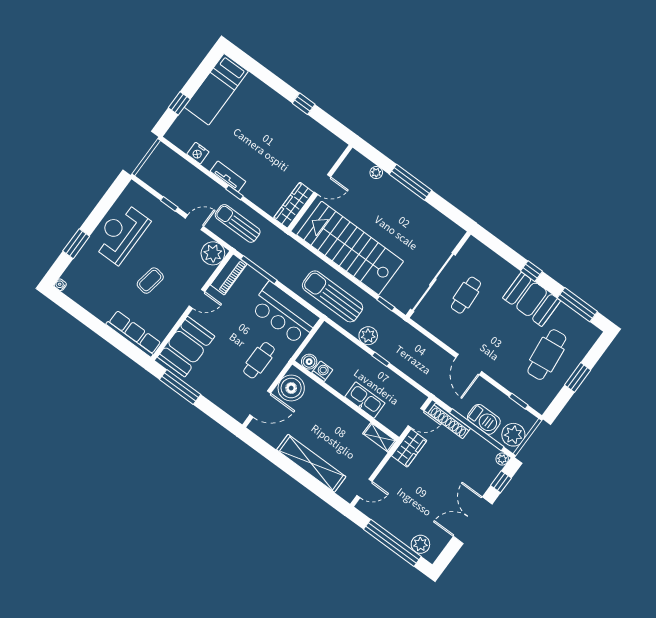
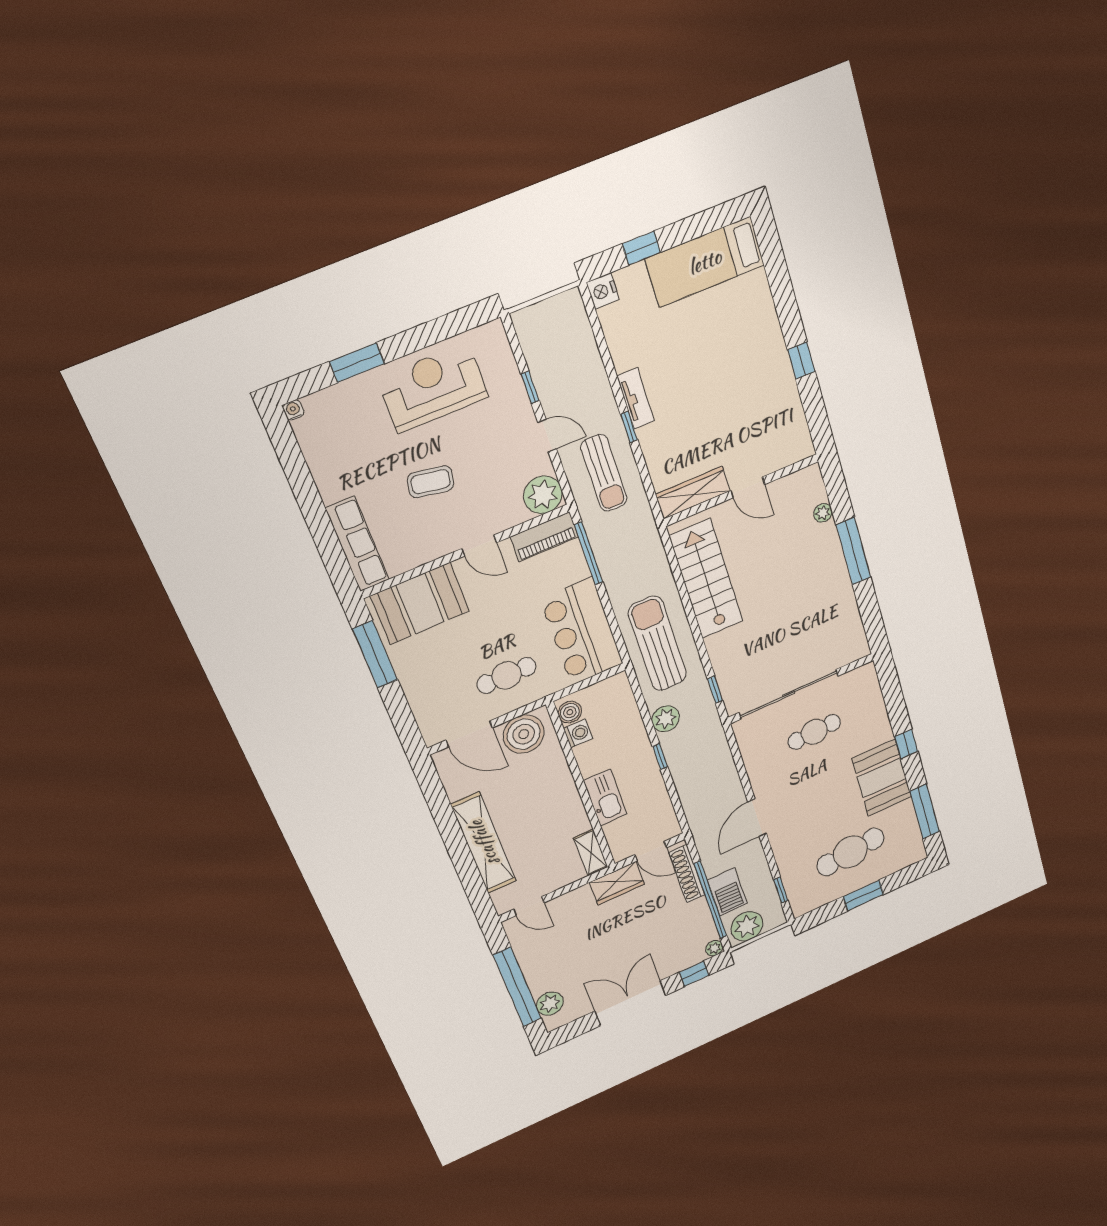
nightstand: (198, 153) -> (603, 291), moved
sun lounger: (238, 223) -> (604, 473), turned 180
stairs: (350, 248) -> (706, 579), width x0.73, depth x0.66

